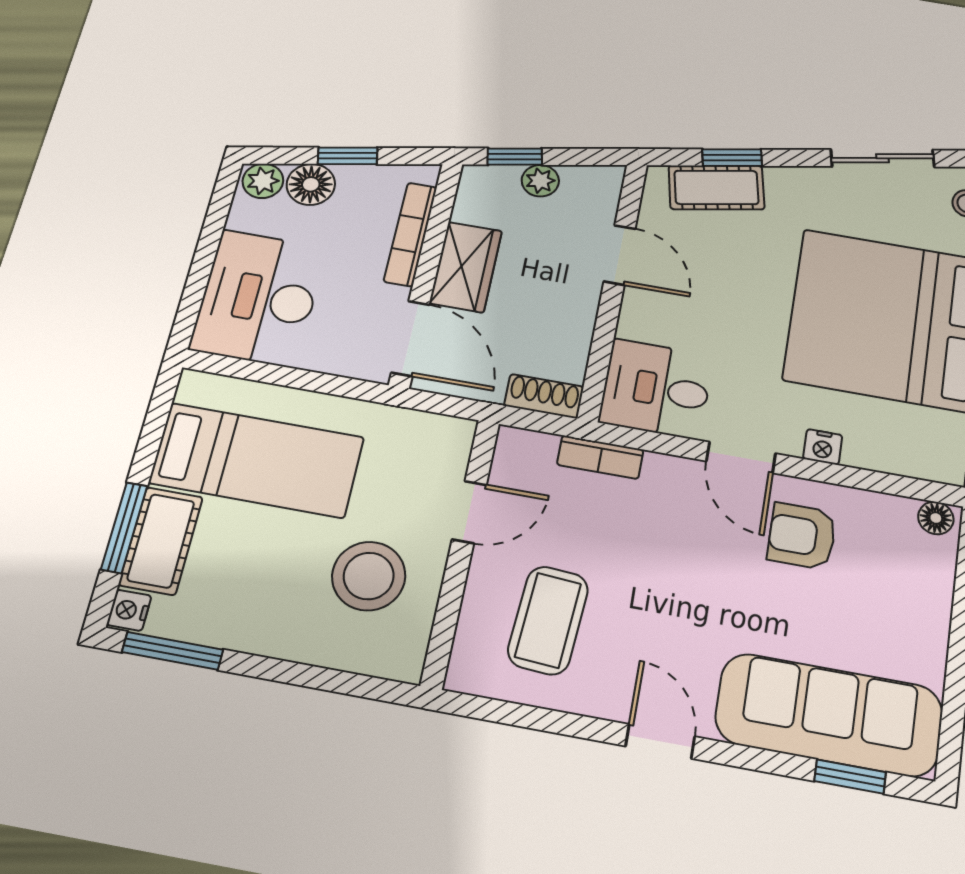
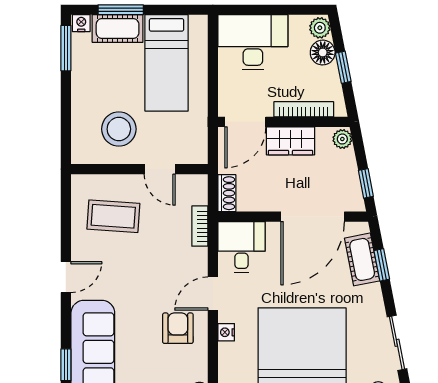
window: (515, 157) -> (366, 183), moved
plant: (540, 181) -> (342, 139), moved
door: (620, 255) -> (313, 217), width x1.87

